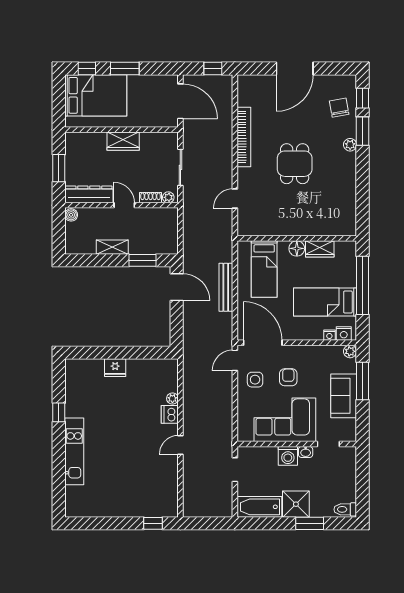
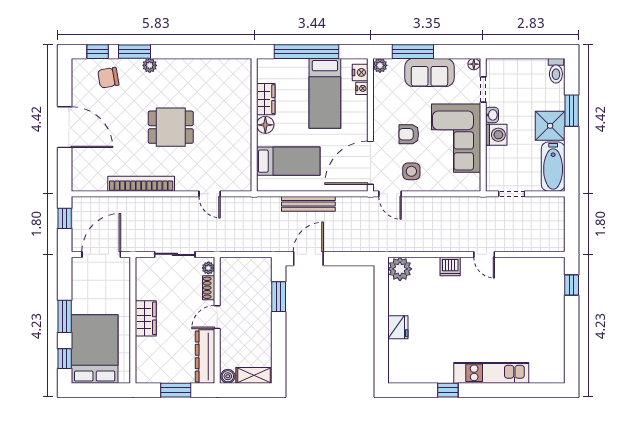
shelving: (112, 247) -> (254, 375), moved, turned 90
plant: (172, 399) -> (400, 269), moved, width x1.87, depth x1.87
floor lamp: (351, 436) -> (474, 64), added

